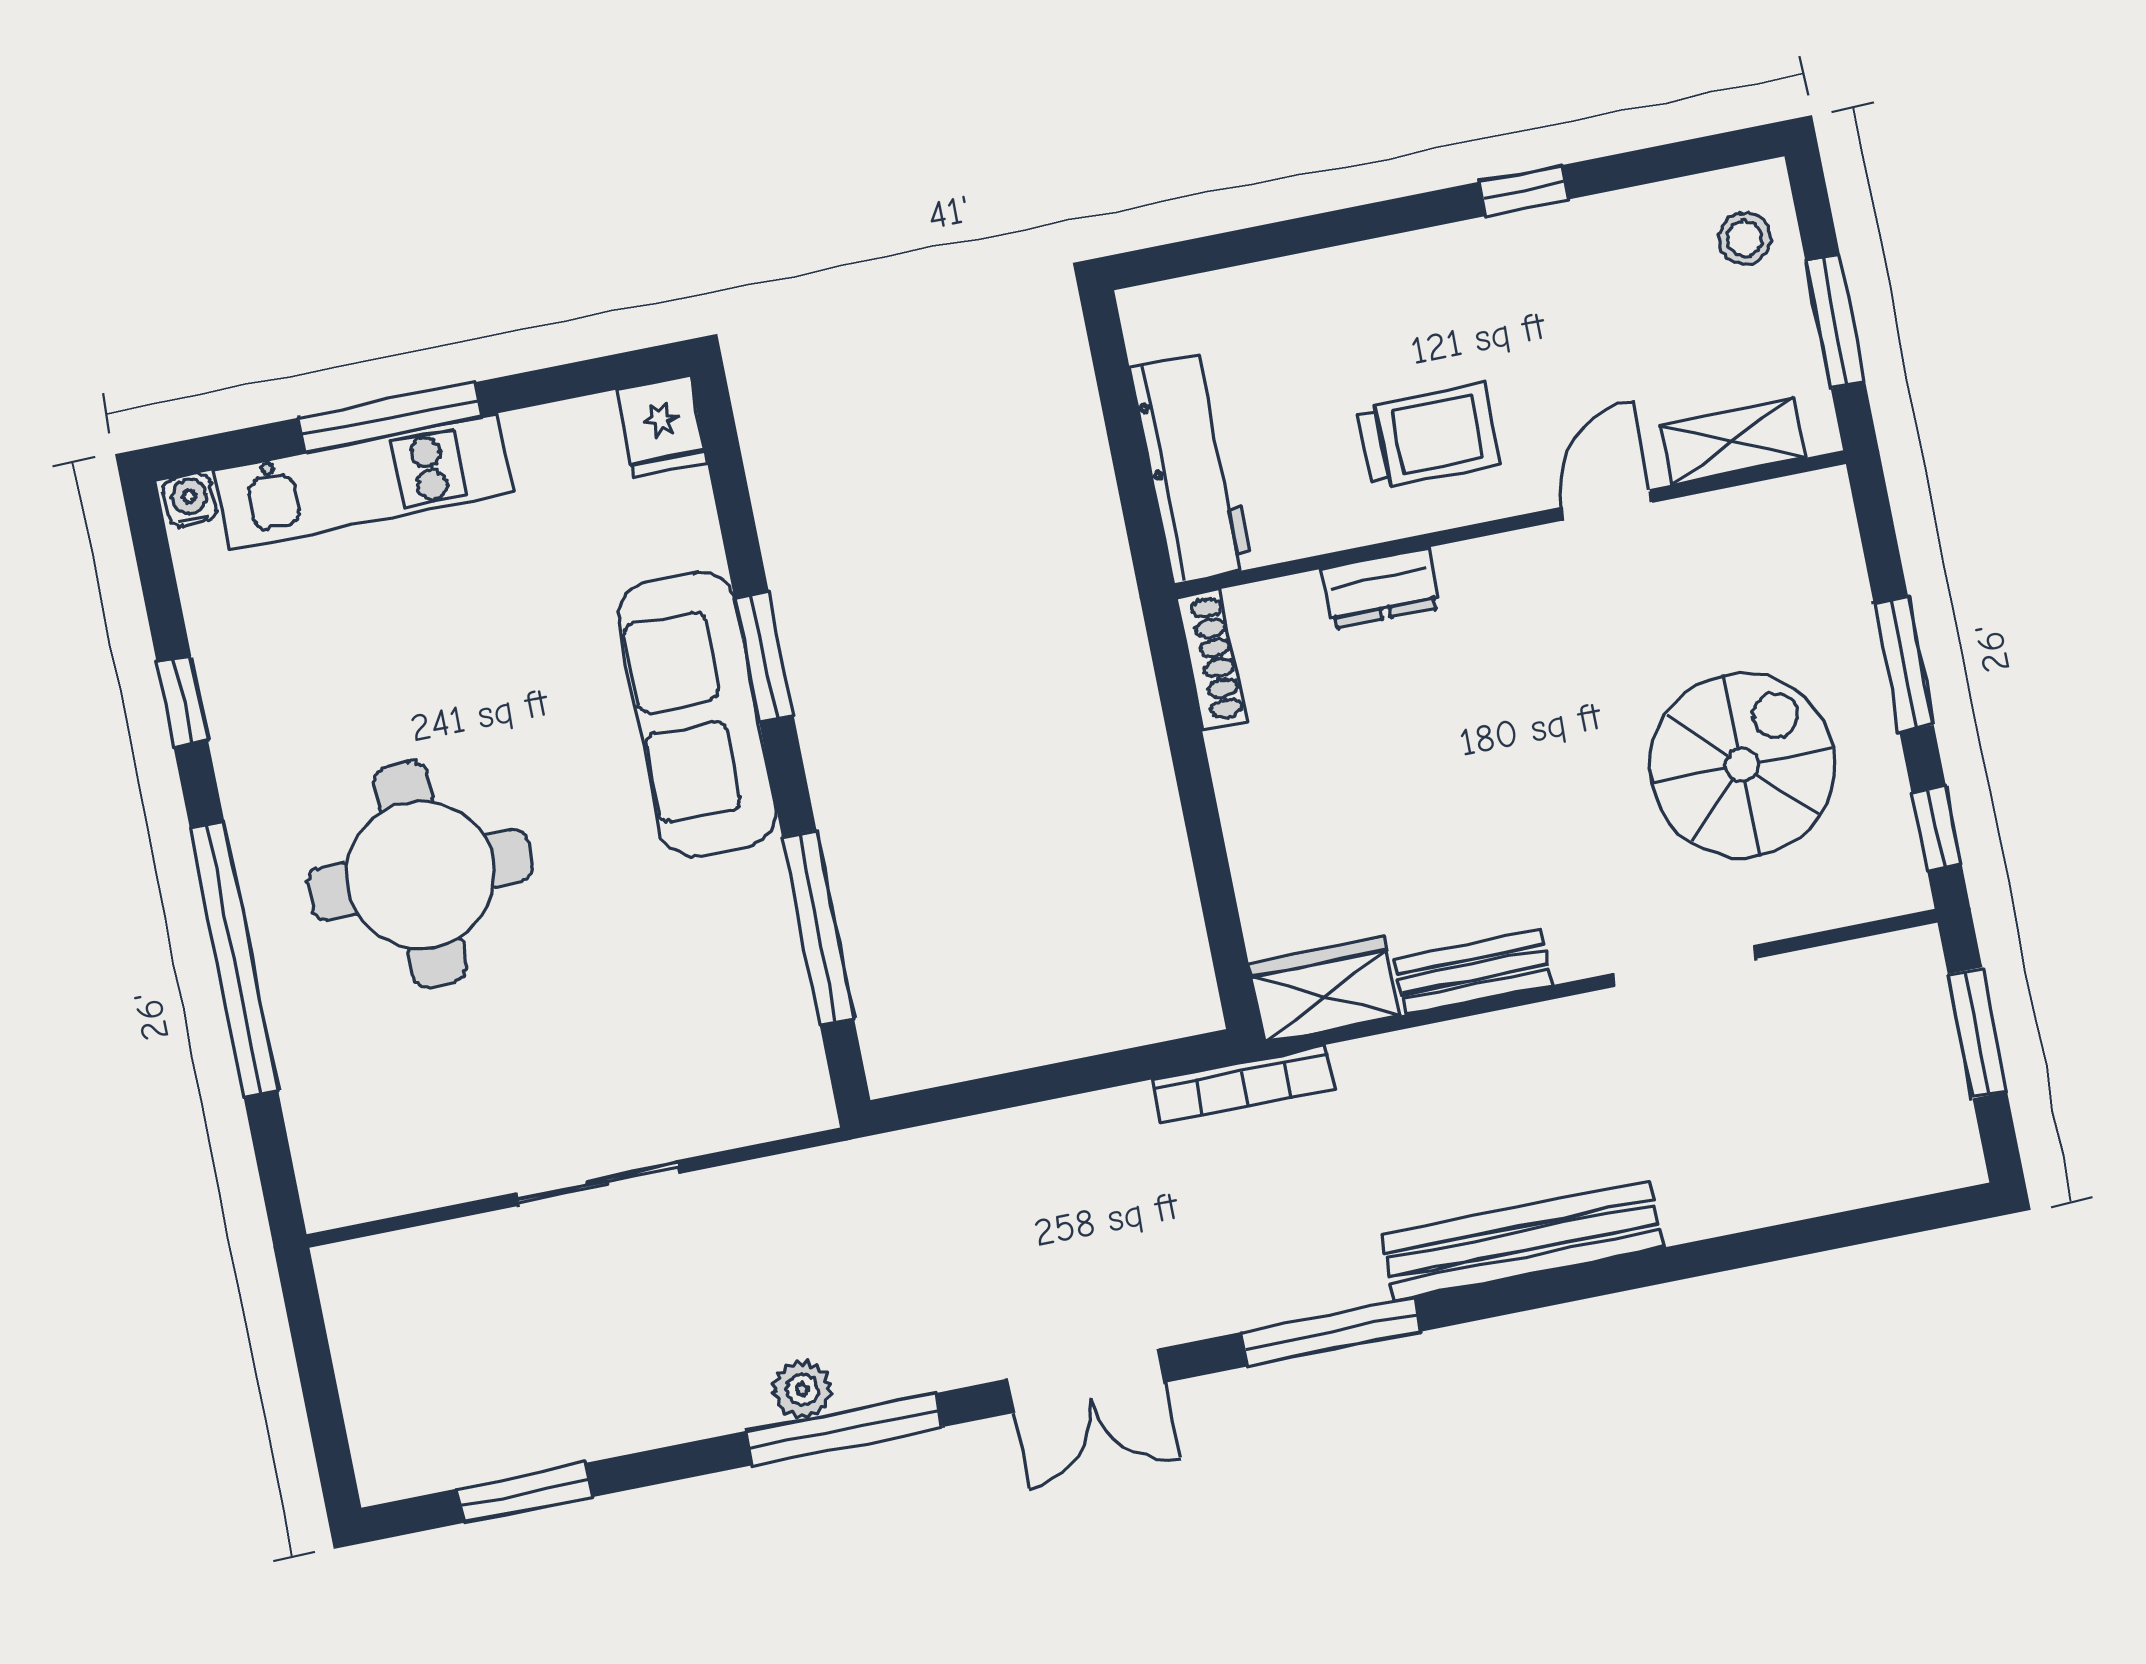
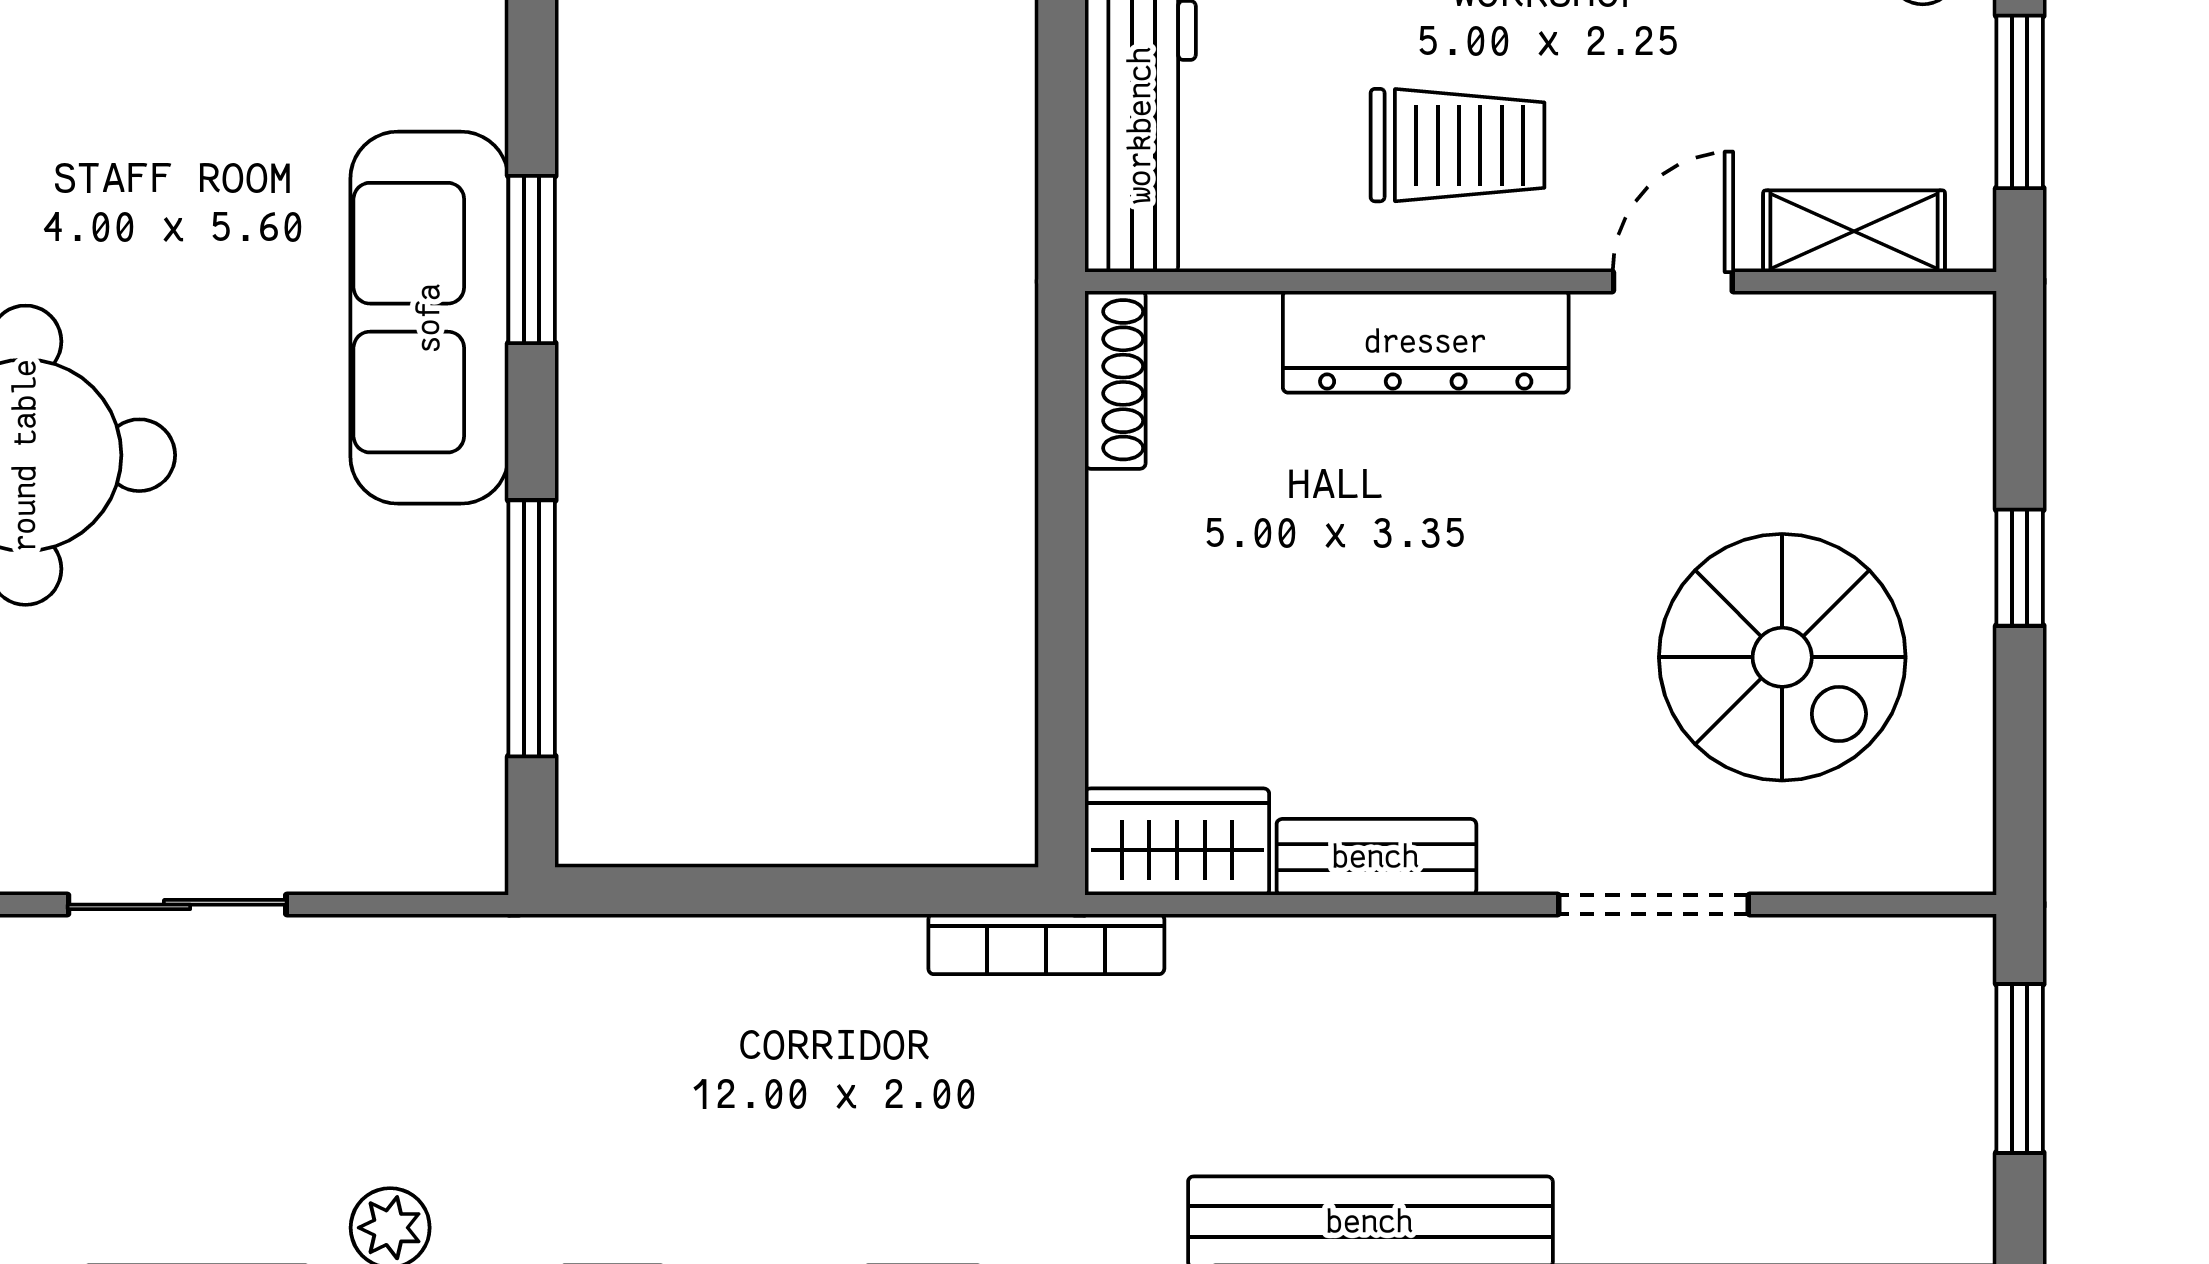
dresser: (1381, 588) -> (1426, 342), width x1.96, depth x1.24
window: (1904, 664) -> (2020, 568), width x0.67
spiral stairs: (1742, 765) -> (1782, 657), turned 90
window: (1937, 829) -> (2020, 791), removed

